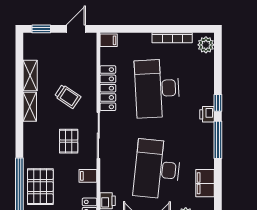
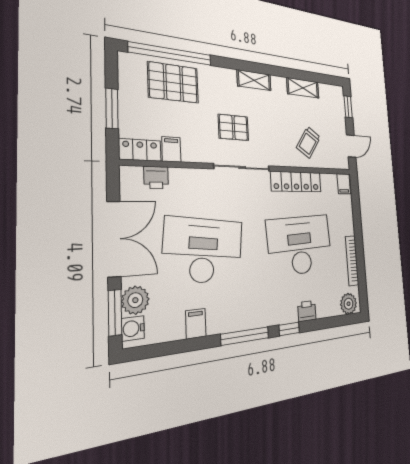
door: (76, 29) -> (351, 146), hinge flipped
trolley: (68, 96) -> (308, 142), moved
shelving: (30, 107) -> (254, 80), moved
printer: (207, 114) -> (307, 311), moved
filing cabinet: (88, 176) -> (171, 149), moved
filing cabinet: (205, 183) -> (196, 324), width x0.50

